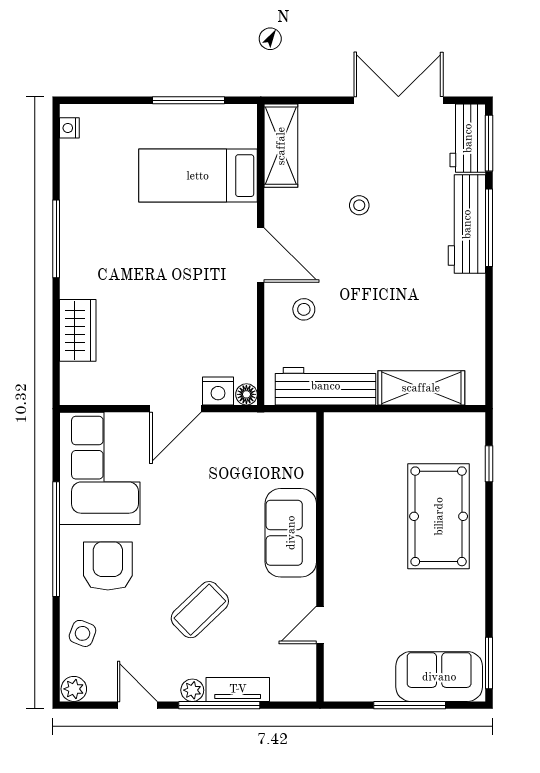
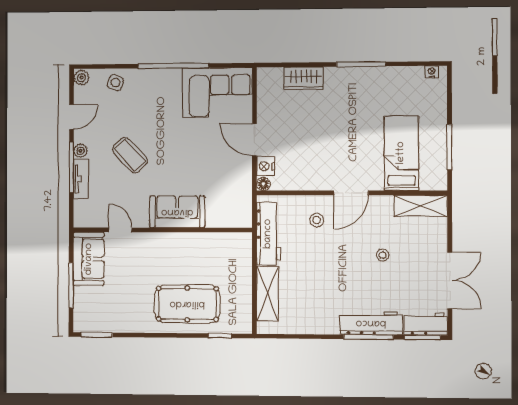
armchair: (108, 566) -> (157, 98), removed
sofa: (439, 677) -> (89, 259), moved

